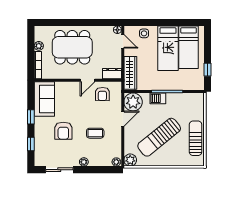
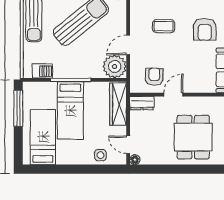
dining table: (72, 47) -> (193, 137), width x0.73
bed: (168, 48) -> (70, 111), moved, turned 180
window: (208, 70) -> (18, 108), width x2.17
barbecue: (158, 98) -> (42, 71), moved
armchair: (63, 131) -> (205, 29), turned 180

